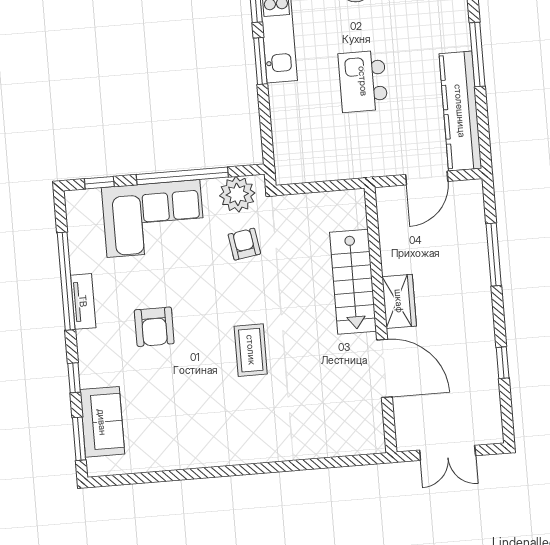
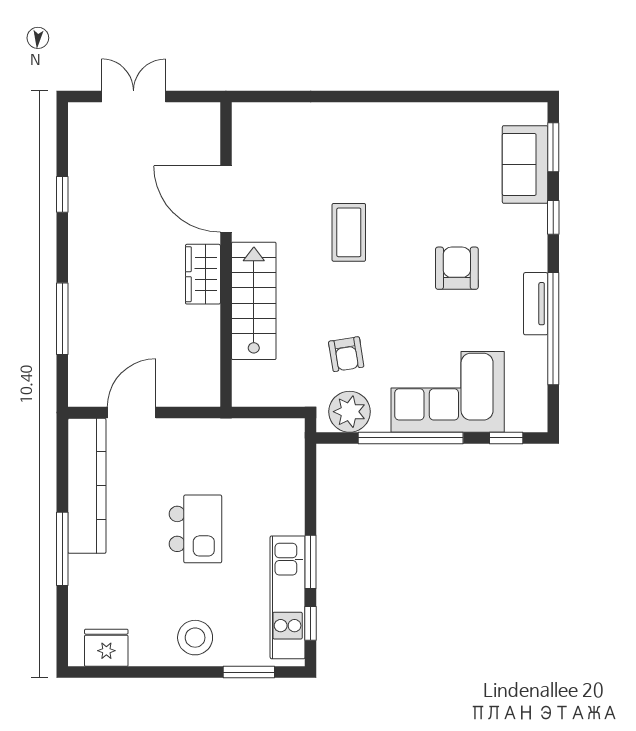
stairs: (353, 282) -> (254, 301), moved
wardrobe: (399, 301) -> (203, 274), moved
wall: (381, 320) -> (226, 255), moved
door: (384, 368) -> (226, 199), moved

